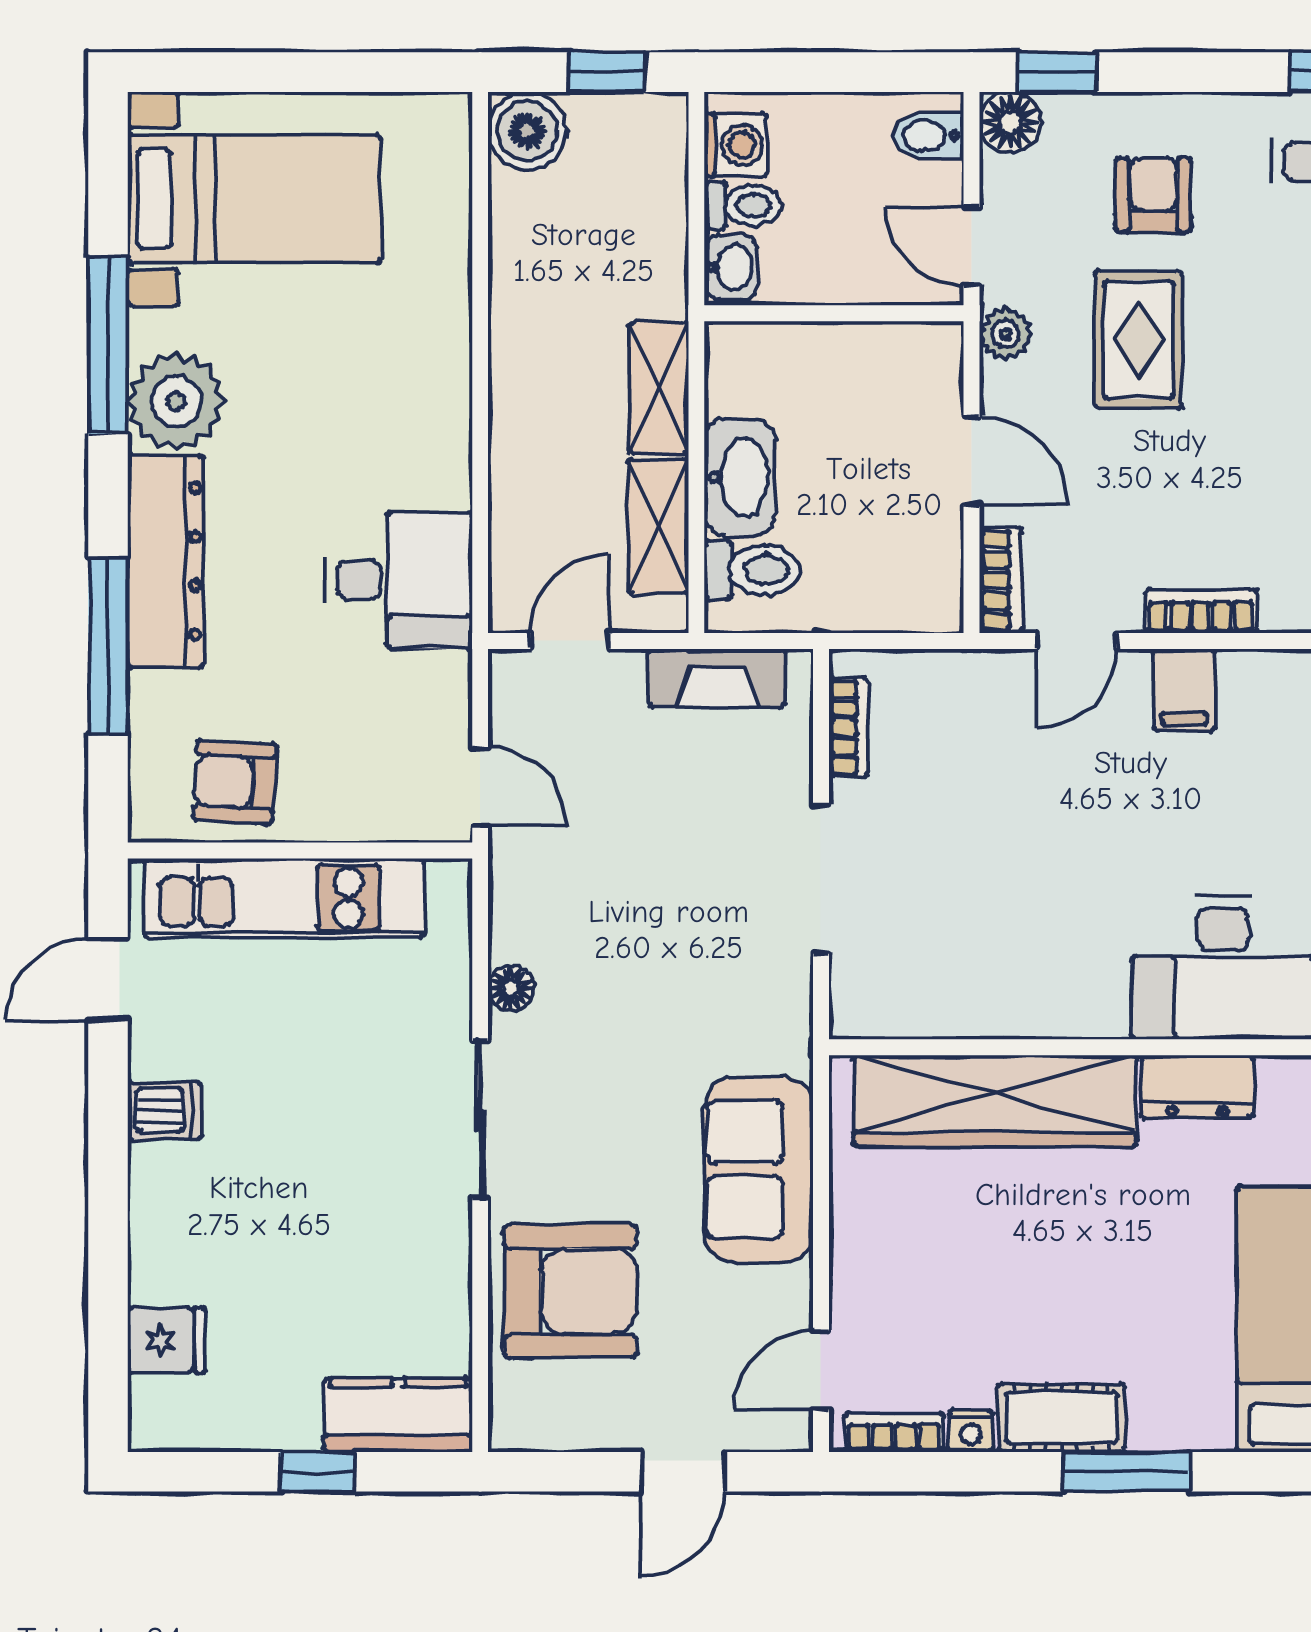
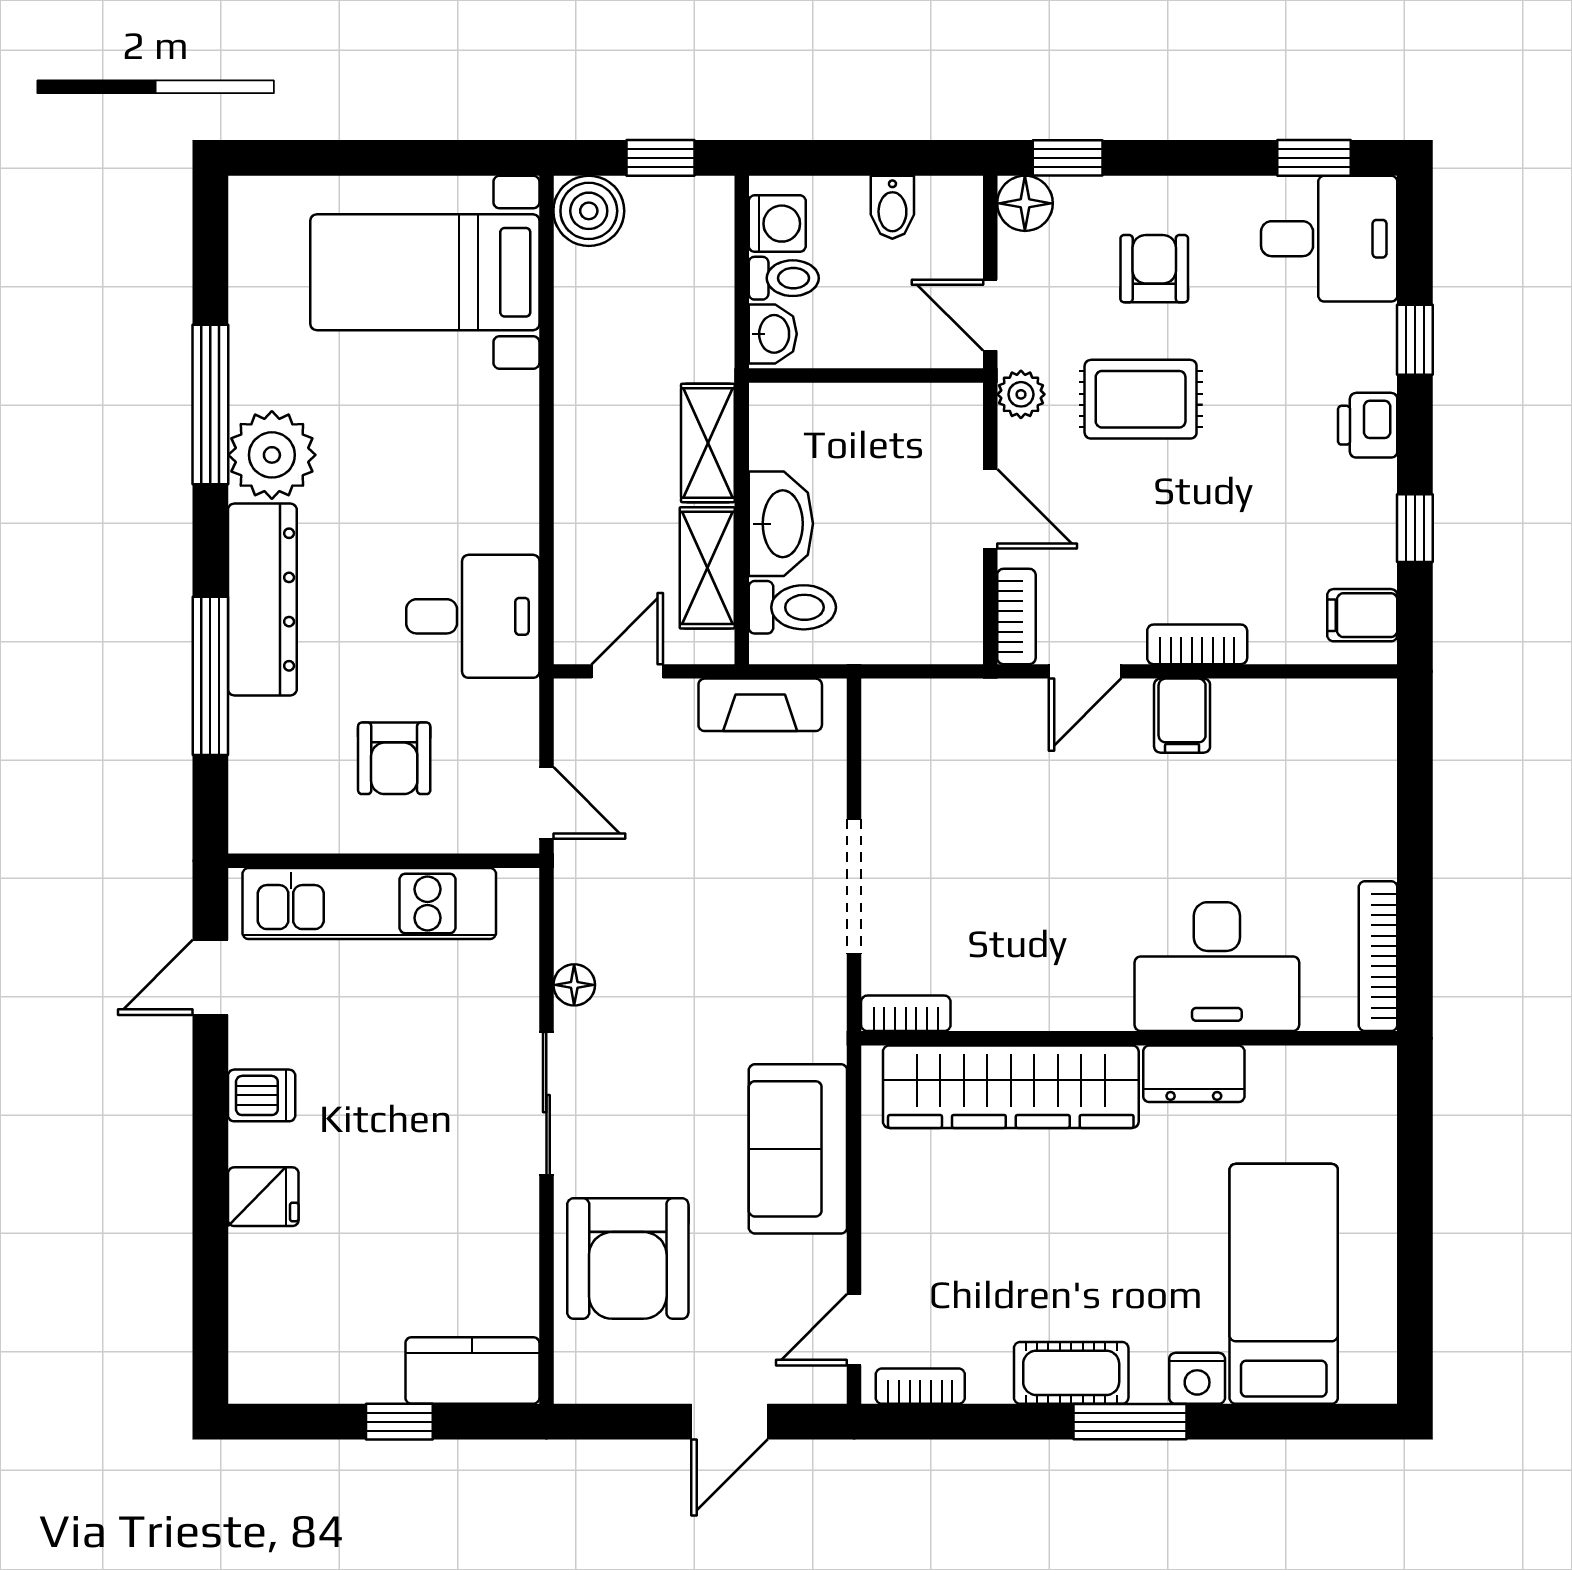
bidet: (929, 136) -> (892, 207), moved, turned -90
bed with nightstands: (254, 199) -> (425, 272), moved, turned 180
rug: (1138, 339) -> (1141, 399), turned 90
bookcase: (849, 727) -> (906, 1013), moved, turned -90
armchair: (235, 782) -> (394, 758), moved, turned -93
armchair: (570, 1291) -> (628, 1259), turned 90
fridge: (167, 1340) -> (263, 1197), moved
nightstand: (971, 1431) -> (1197, 1378), moved, width x1.39, depth x1.35

